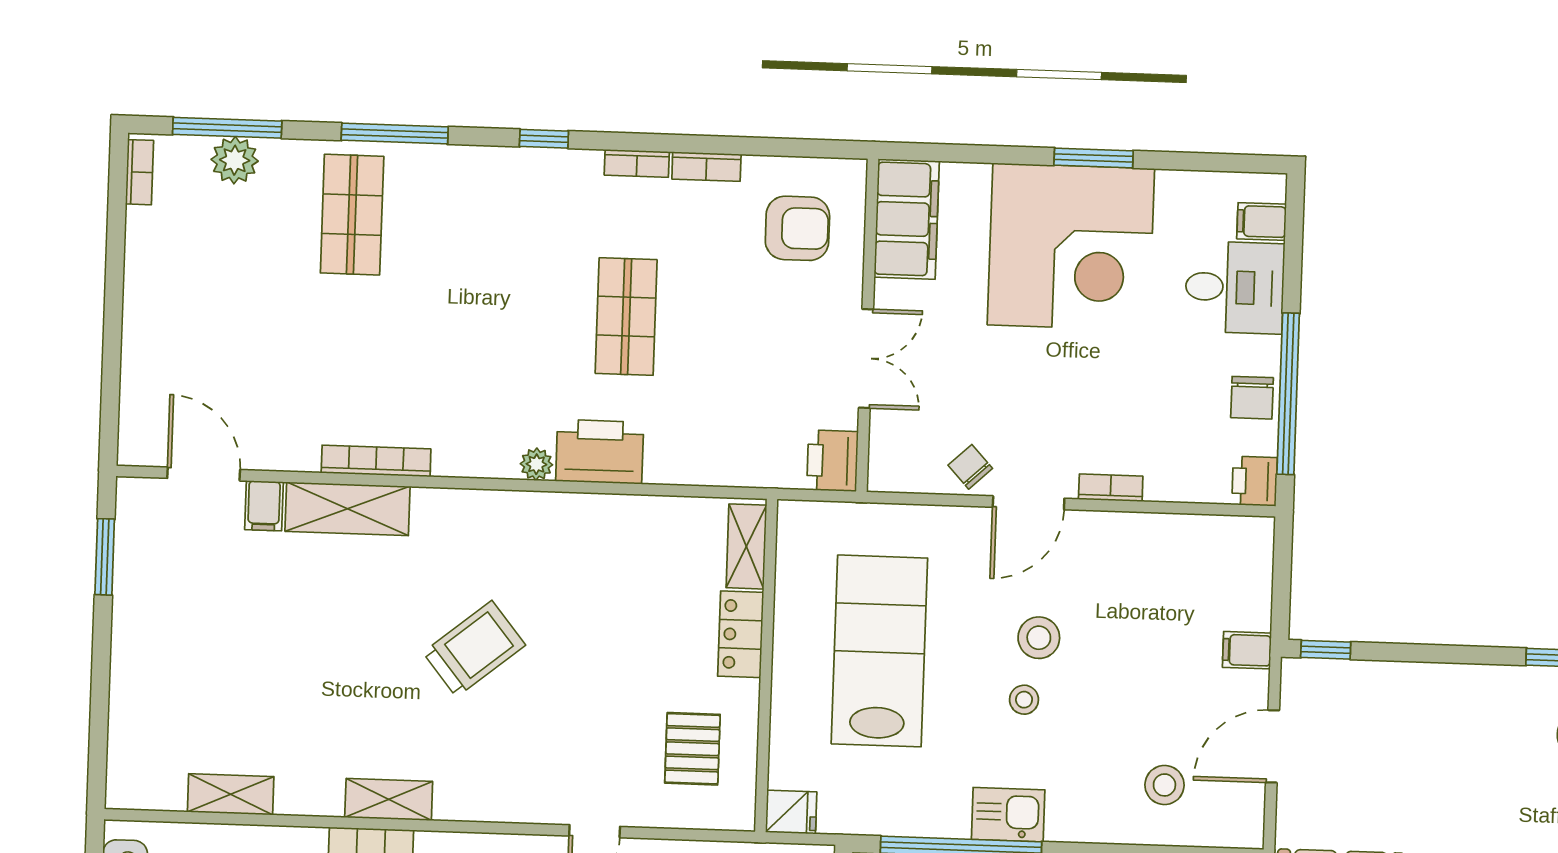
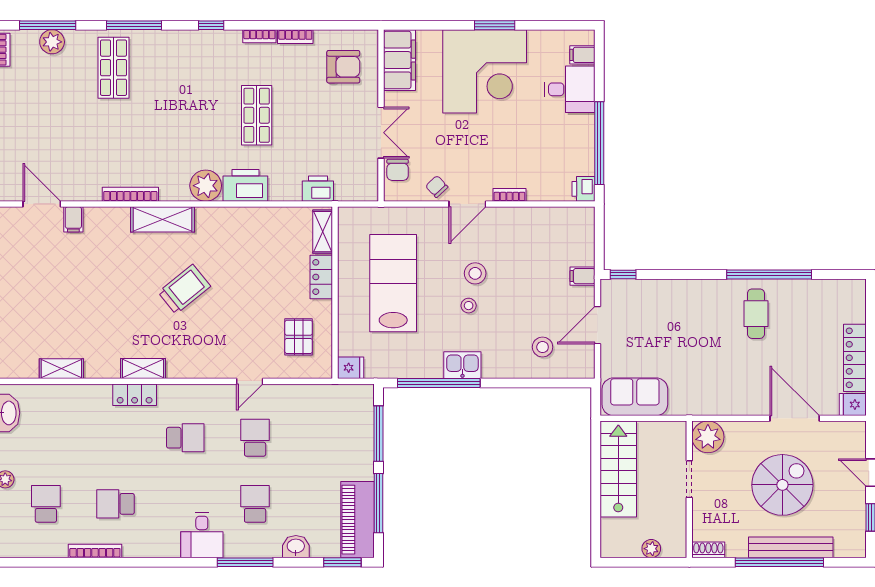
chair: (1252, 398) -> (398, 170), moved
printer: (832, 461) -> (318, 189), moved, turned 90
plant: (536, 464) -> (206, 186), width x1.88, depth x1.88
shelving: (348, 509) -> (163, 219), moved

